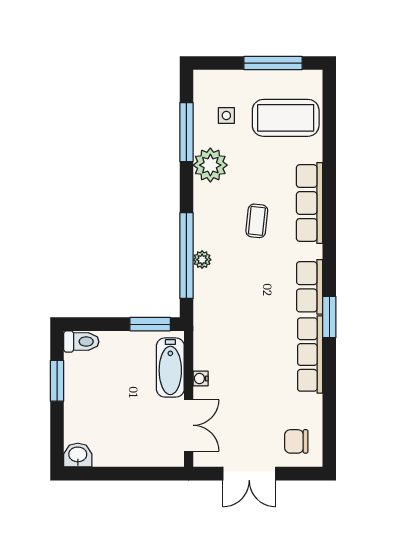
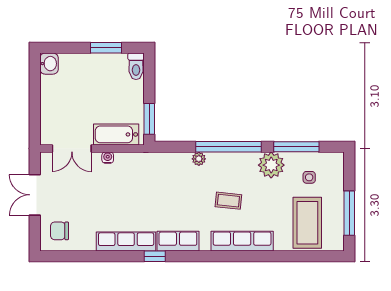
window: (186, 256) -> (228, 147), moved
window: (329, 317) -> (155, 256), width x0.67
chair: (296, 441) -> (60, 231), turned -90

